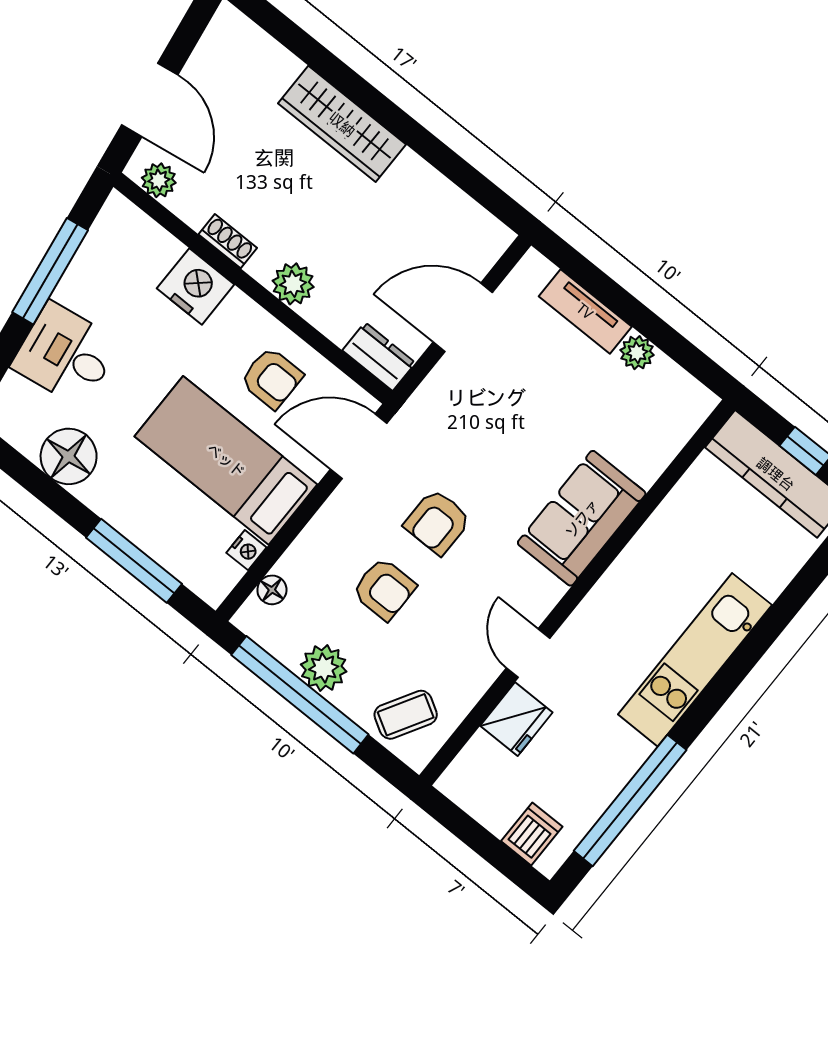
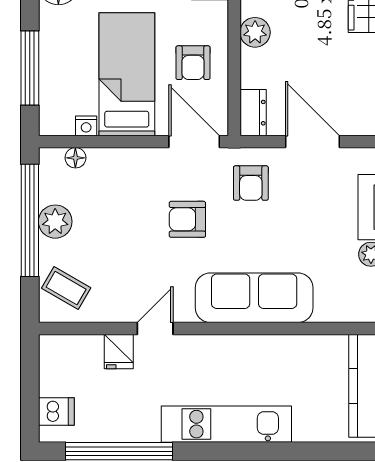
sofa: (582, 518) -> (254, 298), width x1.36
armchair: (384, 589) -> (251, 183), moved
fridge: (516, 719) -> (119, 352), width x0.72

